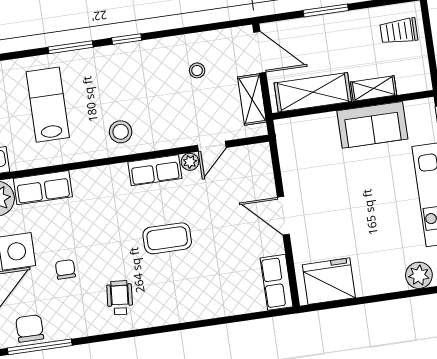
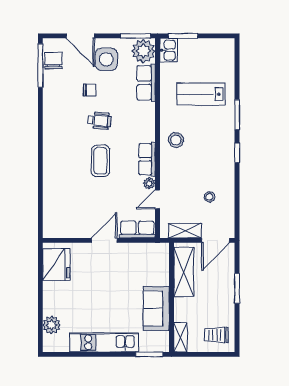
trolley: (399, 31) -> (216, 335), turned -90
shelving: (374, 88) -> (180, 337), moved
lab bench: (48, 105) -> (201, 94), turned 180
door: (212, 146) -> (157, 199), hinge flipped
row of seats: (277, 282) -> (137, 230), moved
wheelchair: (120, 298) -> (99, 121), moved
chair: (30, 328) -> (54, 61), turned -90

